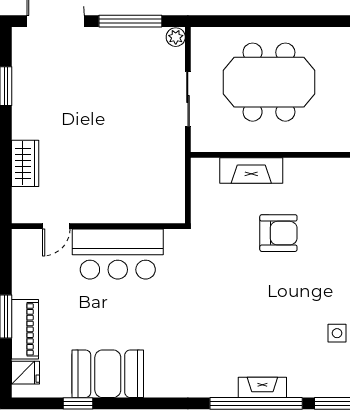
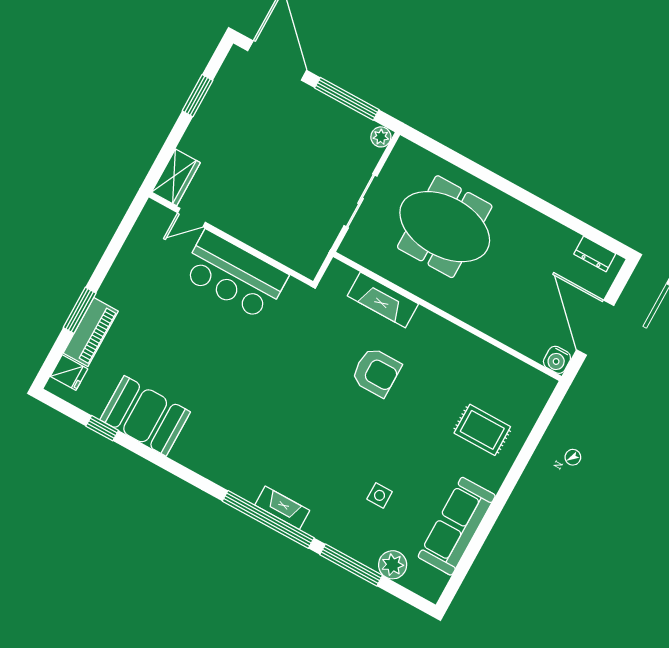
door: (56, 226) -> (192, 218), moved
wall: (98, 226) -> (231, 239), moved
bar counter: (118, 254) -> (235, 275), moved

